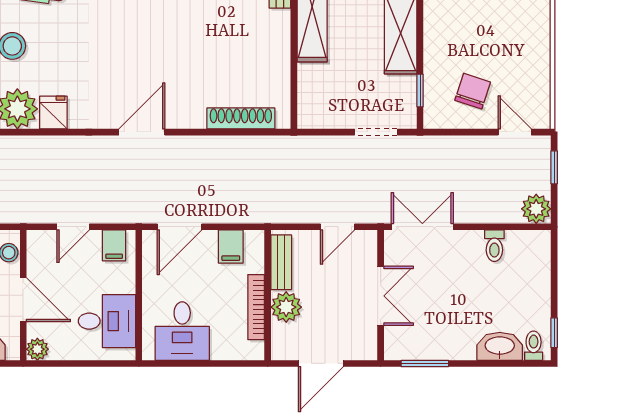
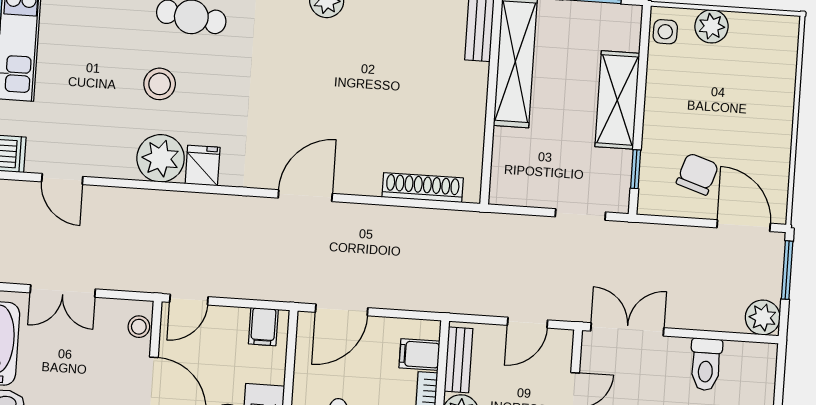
door: (515, 132) -> (744, 226), width x1.38
window: (554, 167) -> (787, 270), width x1.50
door: (73, 227) -> (189, 300), moved
toilet: (494, 246) -> (706, 364), width x1.37, depth x1.39
filing cabinet: (231, 247) -> (419, 355), moved, turned 90

